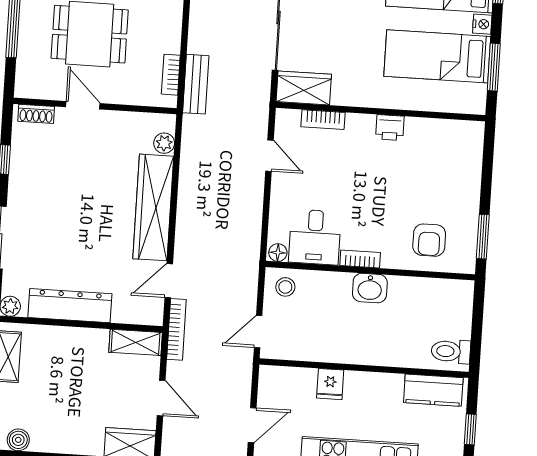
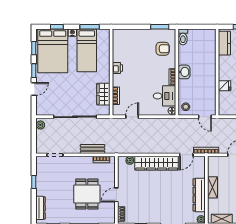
bench: (196, 84) -> (93, 149), moved
wardrobe: (304, 88) -> (103, 94), moved
door: (169, 281) -> (186, 155), hinge flipped
shelving: (136, 342) -> (213, 187), moved
toilet: (451, 351) -> (183, 37), moved

